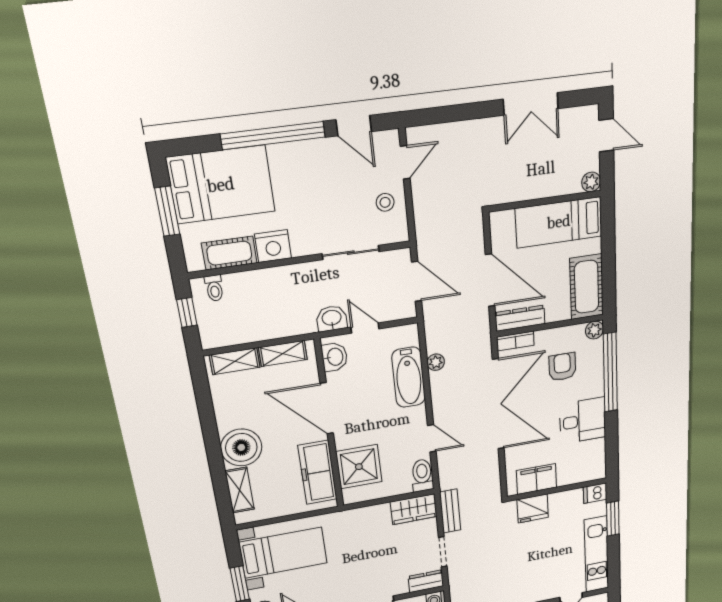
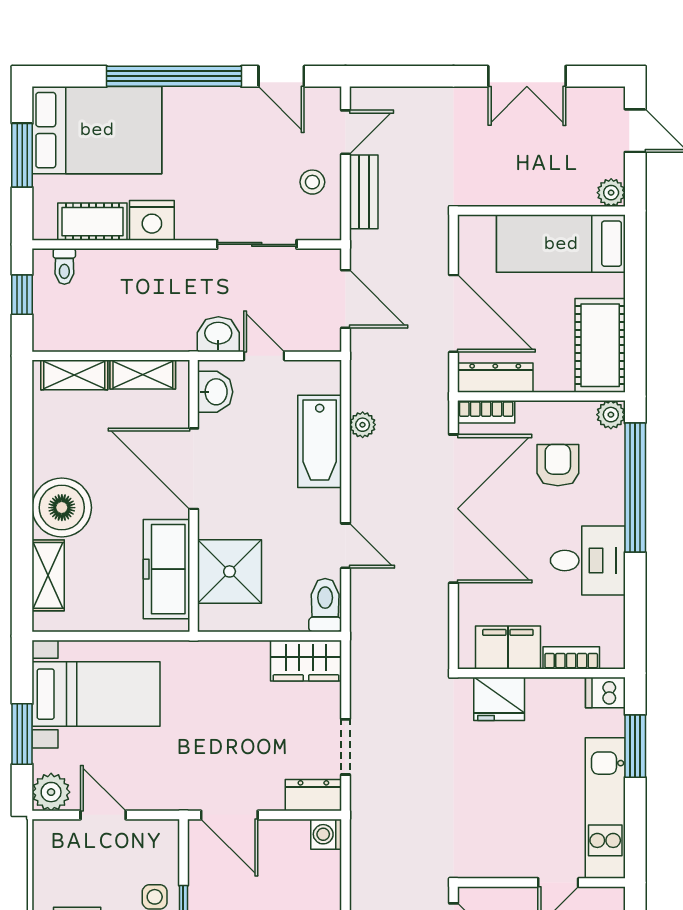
bookcase: (574, 478) -> (571, 658), added
bench: (450, 511) -> (364, 192), moved

